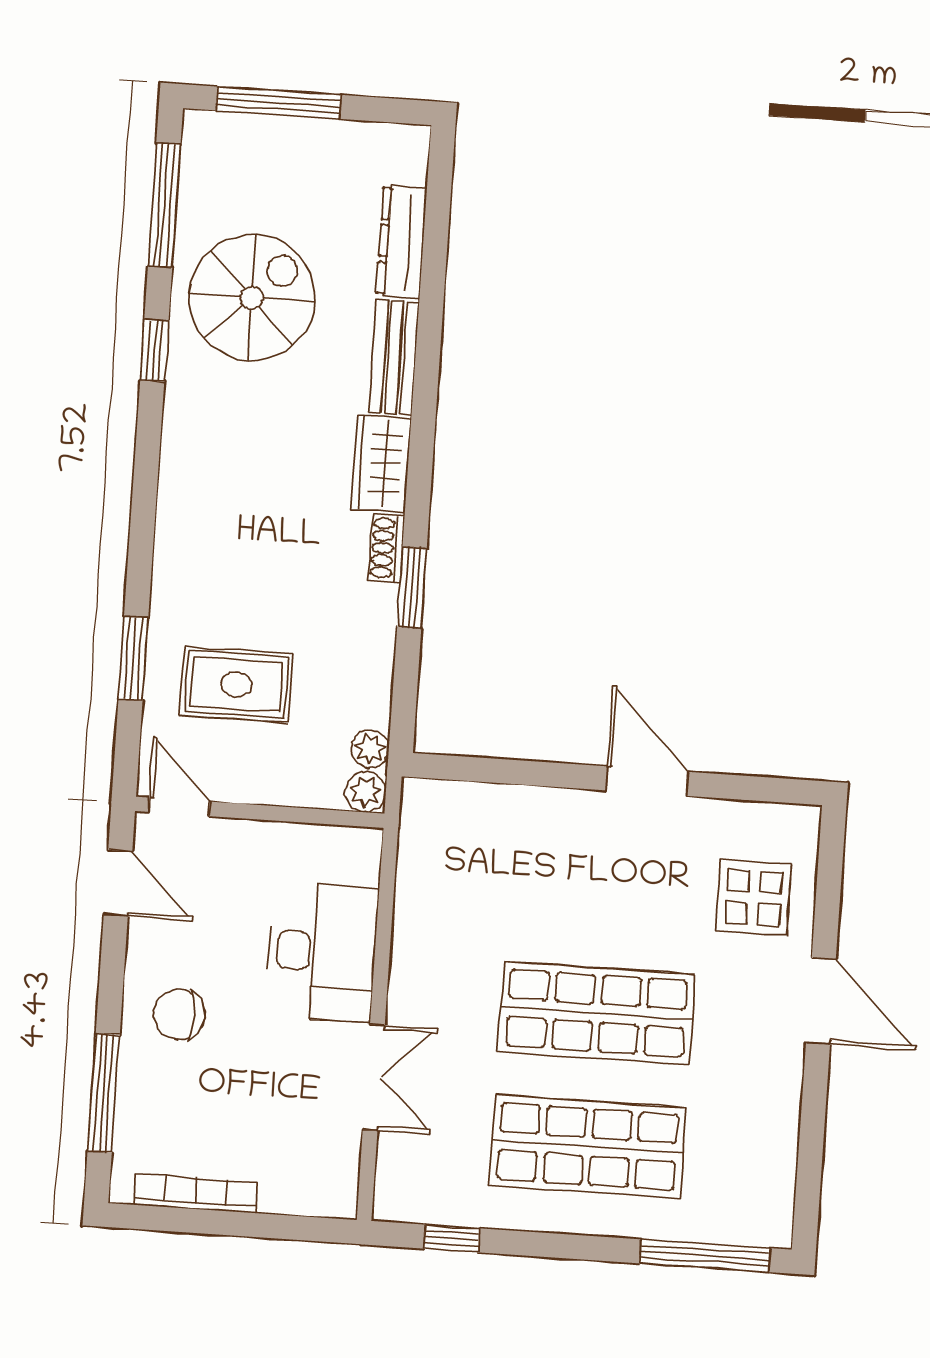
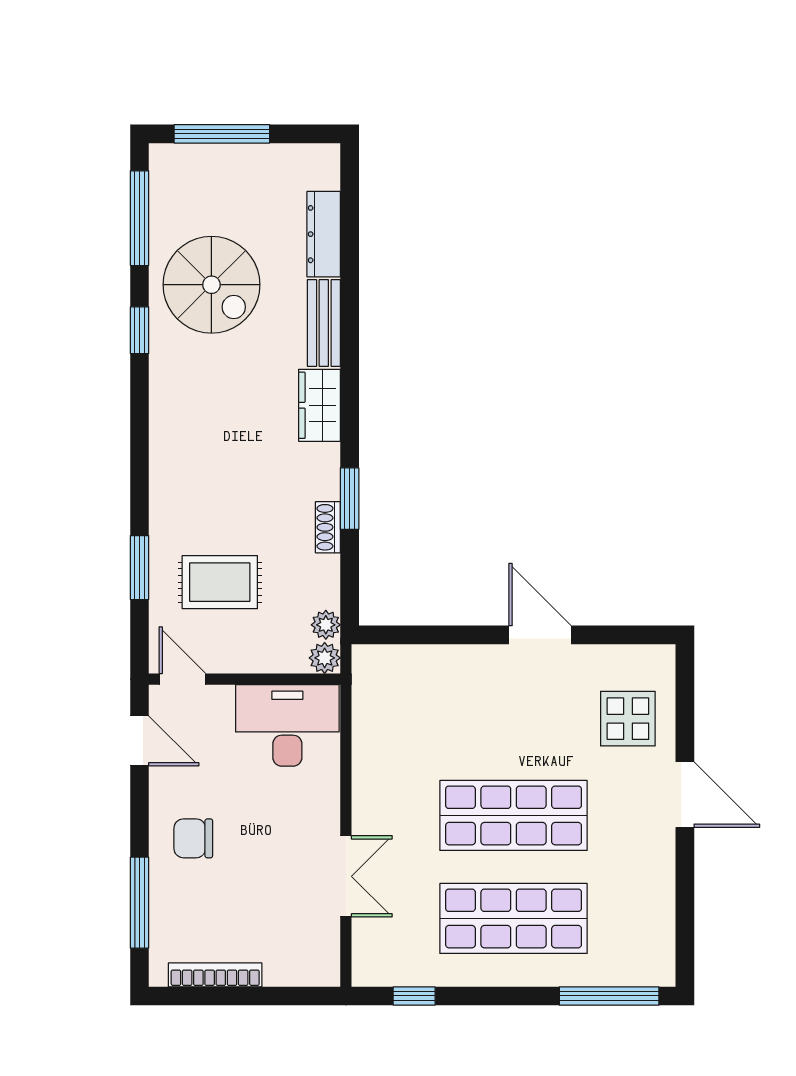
spiral stairs: (252, 298) -> (211, 285), turned 90
shoe rack: (386, 548) -> (328, 527), moved
desk: (322, 952) -> (287, 725), moved, turned -90

